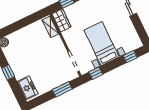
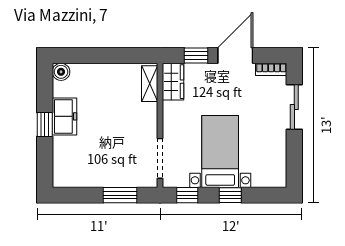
window: (130, 57) -> (230, 195), moved
freezer: (28, 88) -> (64, 116), moved

